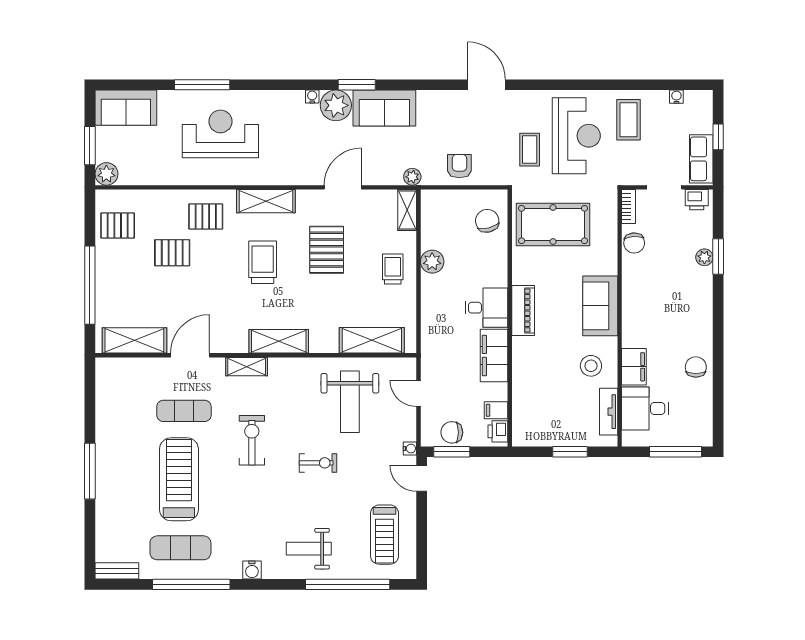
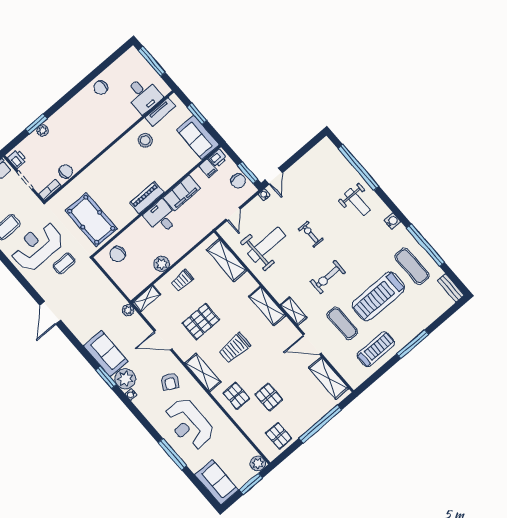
armchair: (459, 166) -> (170, 382), moved, turned -61
sofa: (600, 306) -> (198, 137), moved, turned 90
filing cabinet: (634, 367) -> (127, 118), removed
treadmill: (385, 535) -> (376, 349), moved

